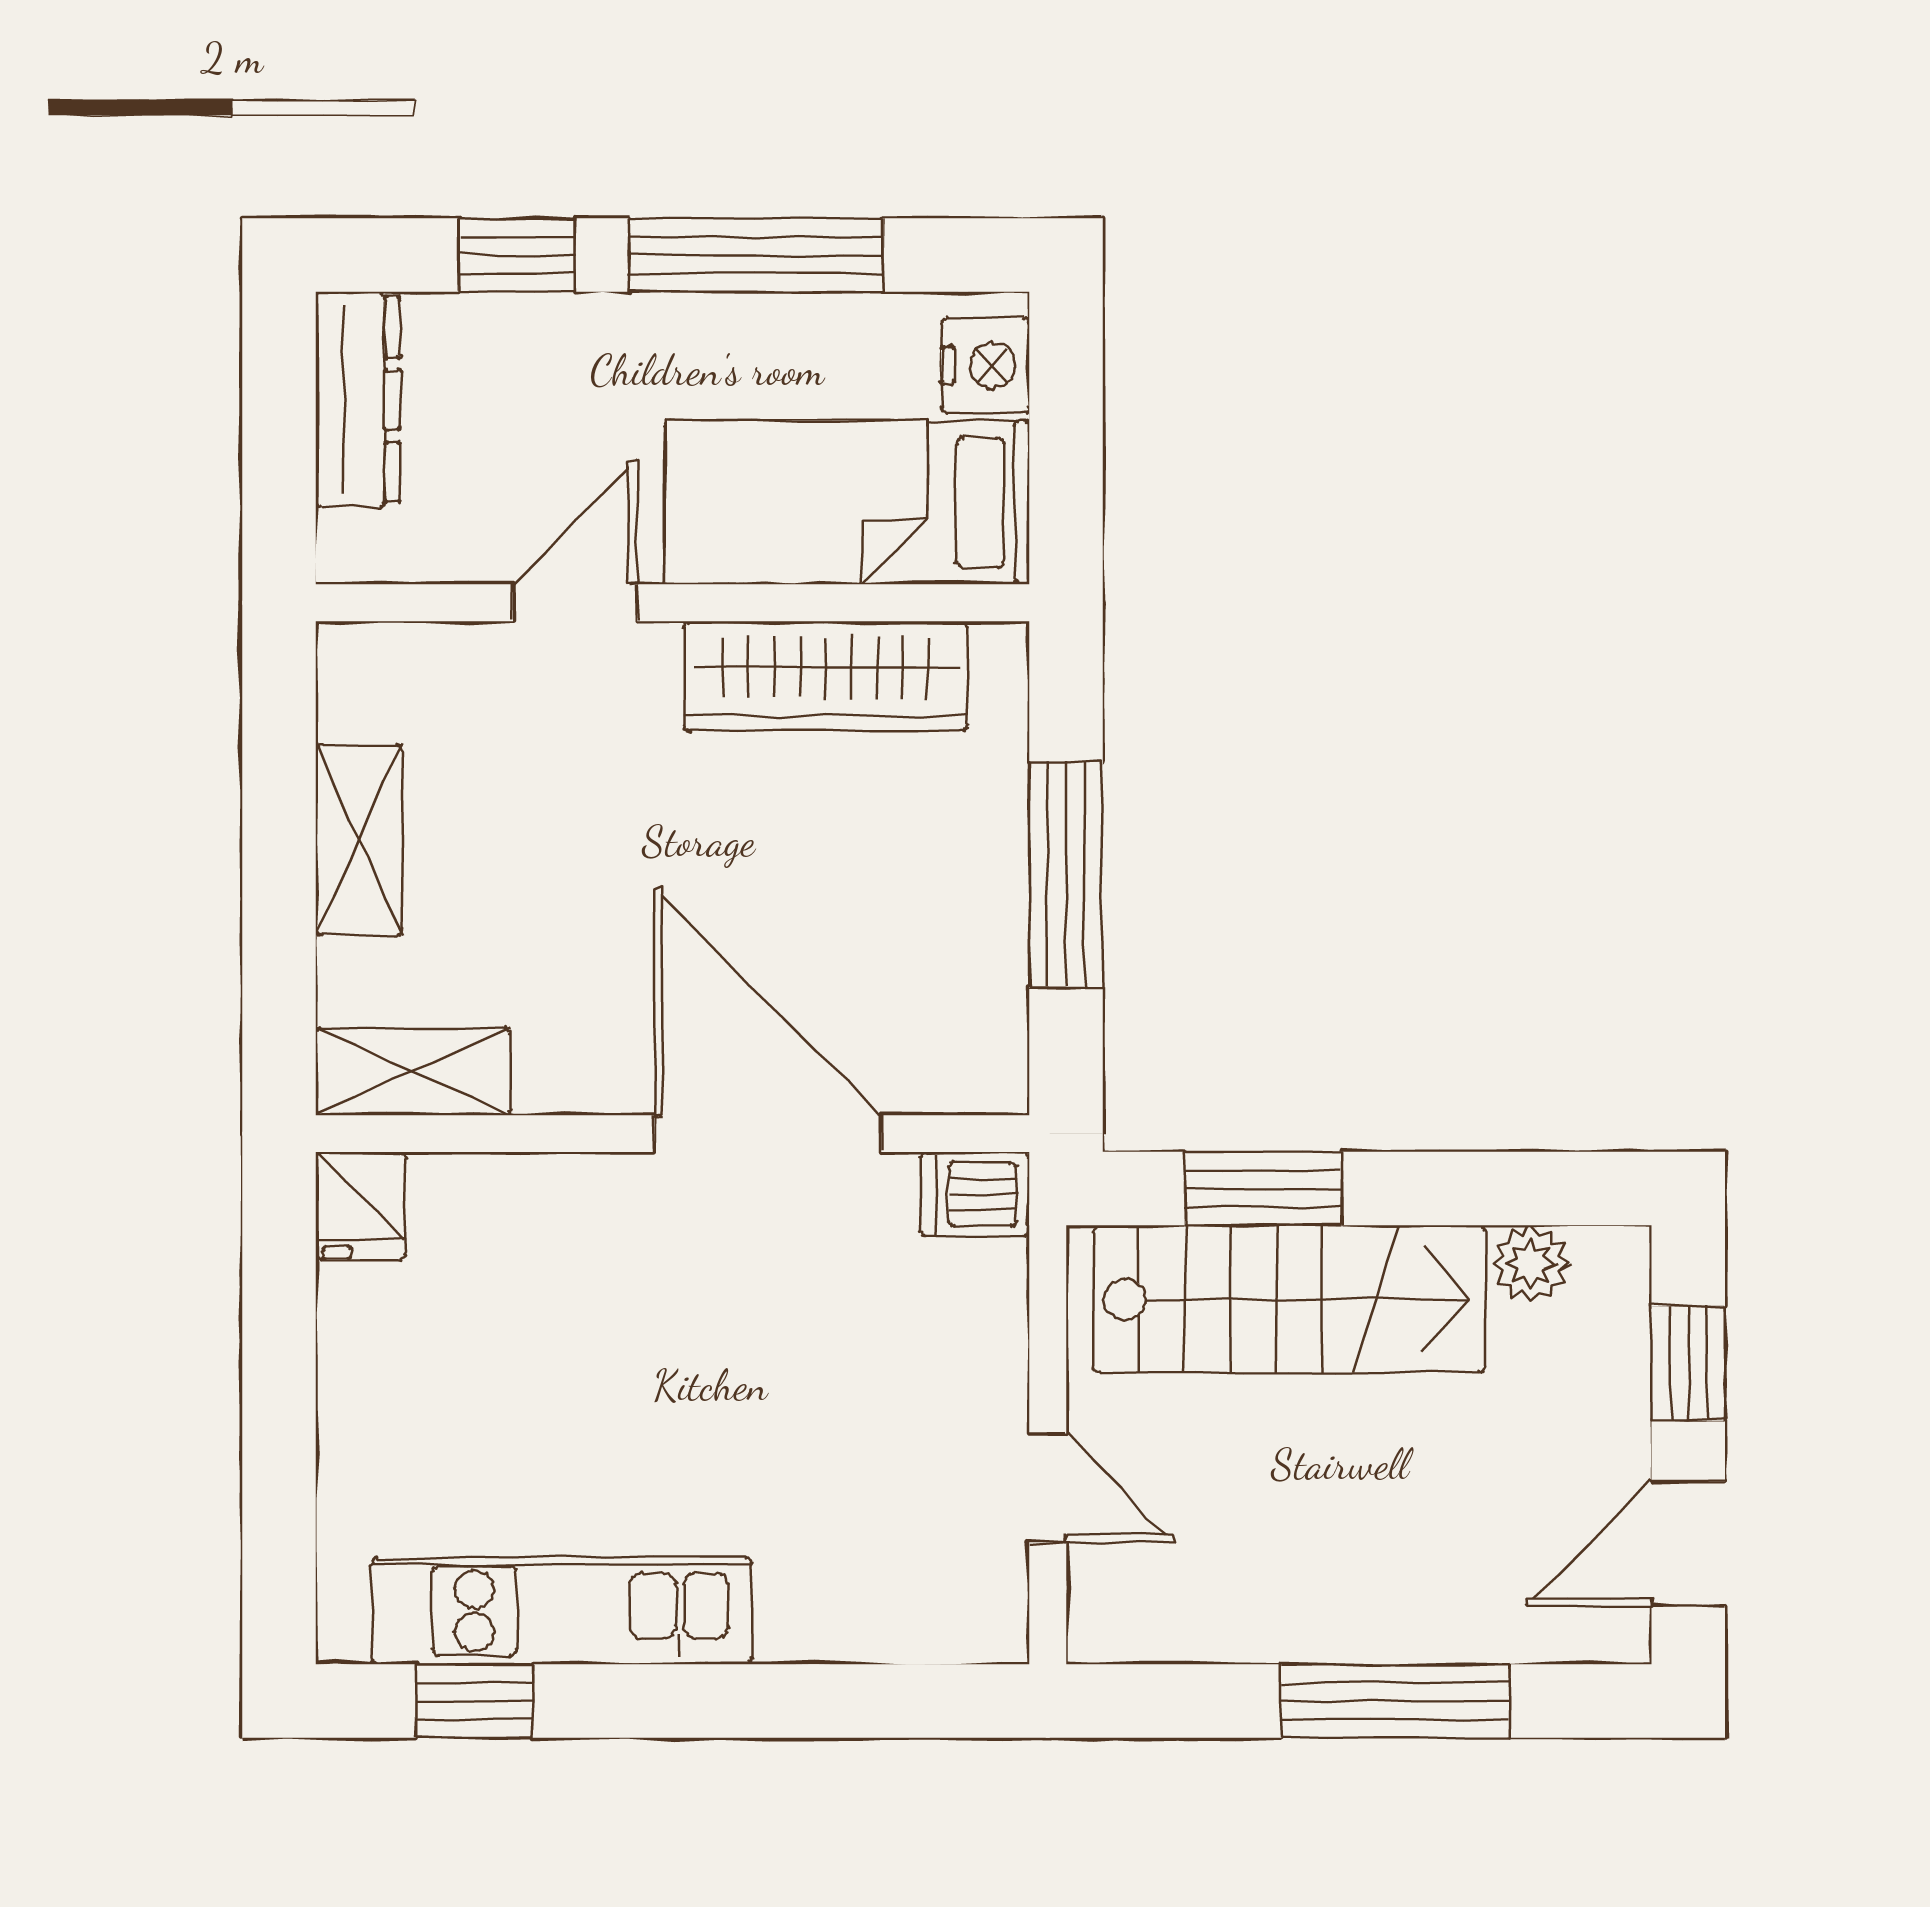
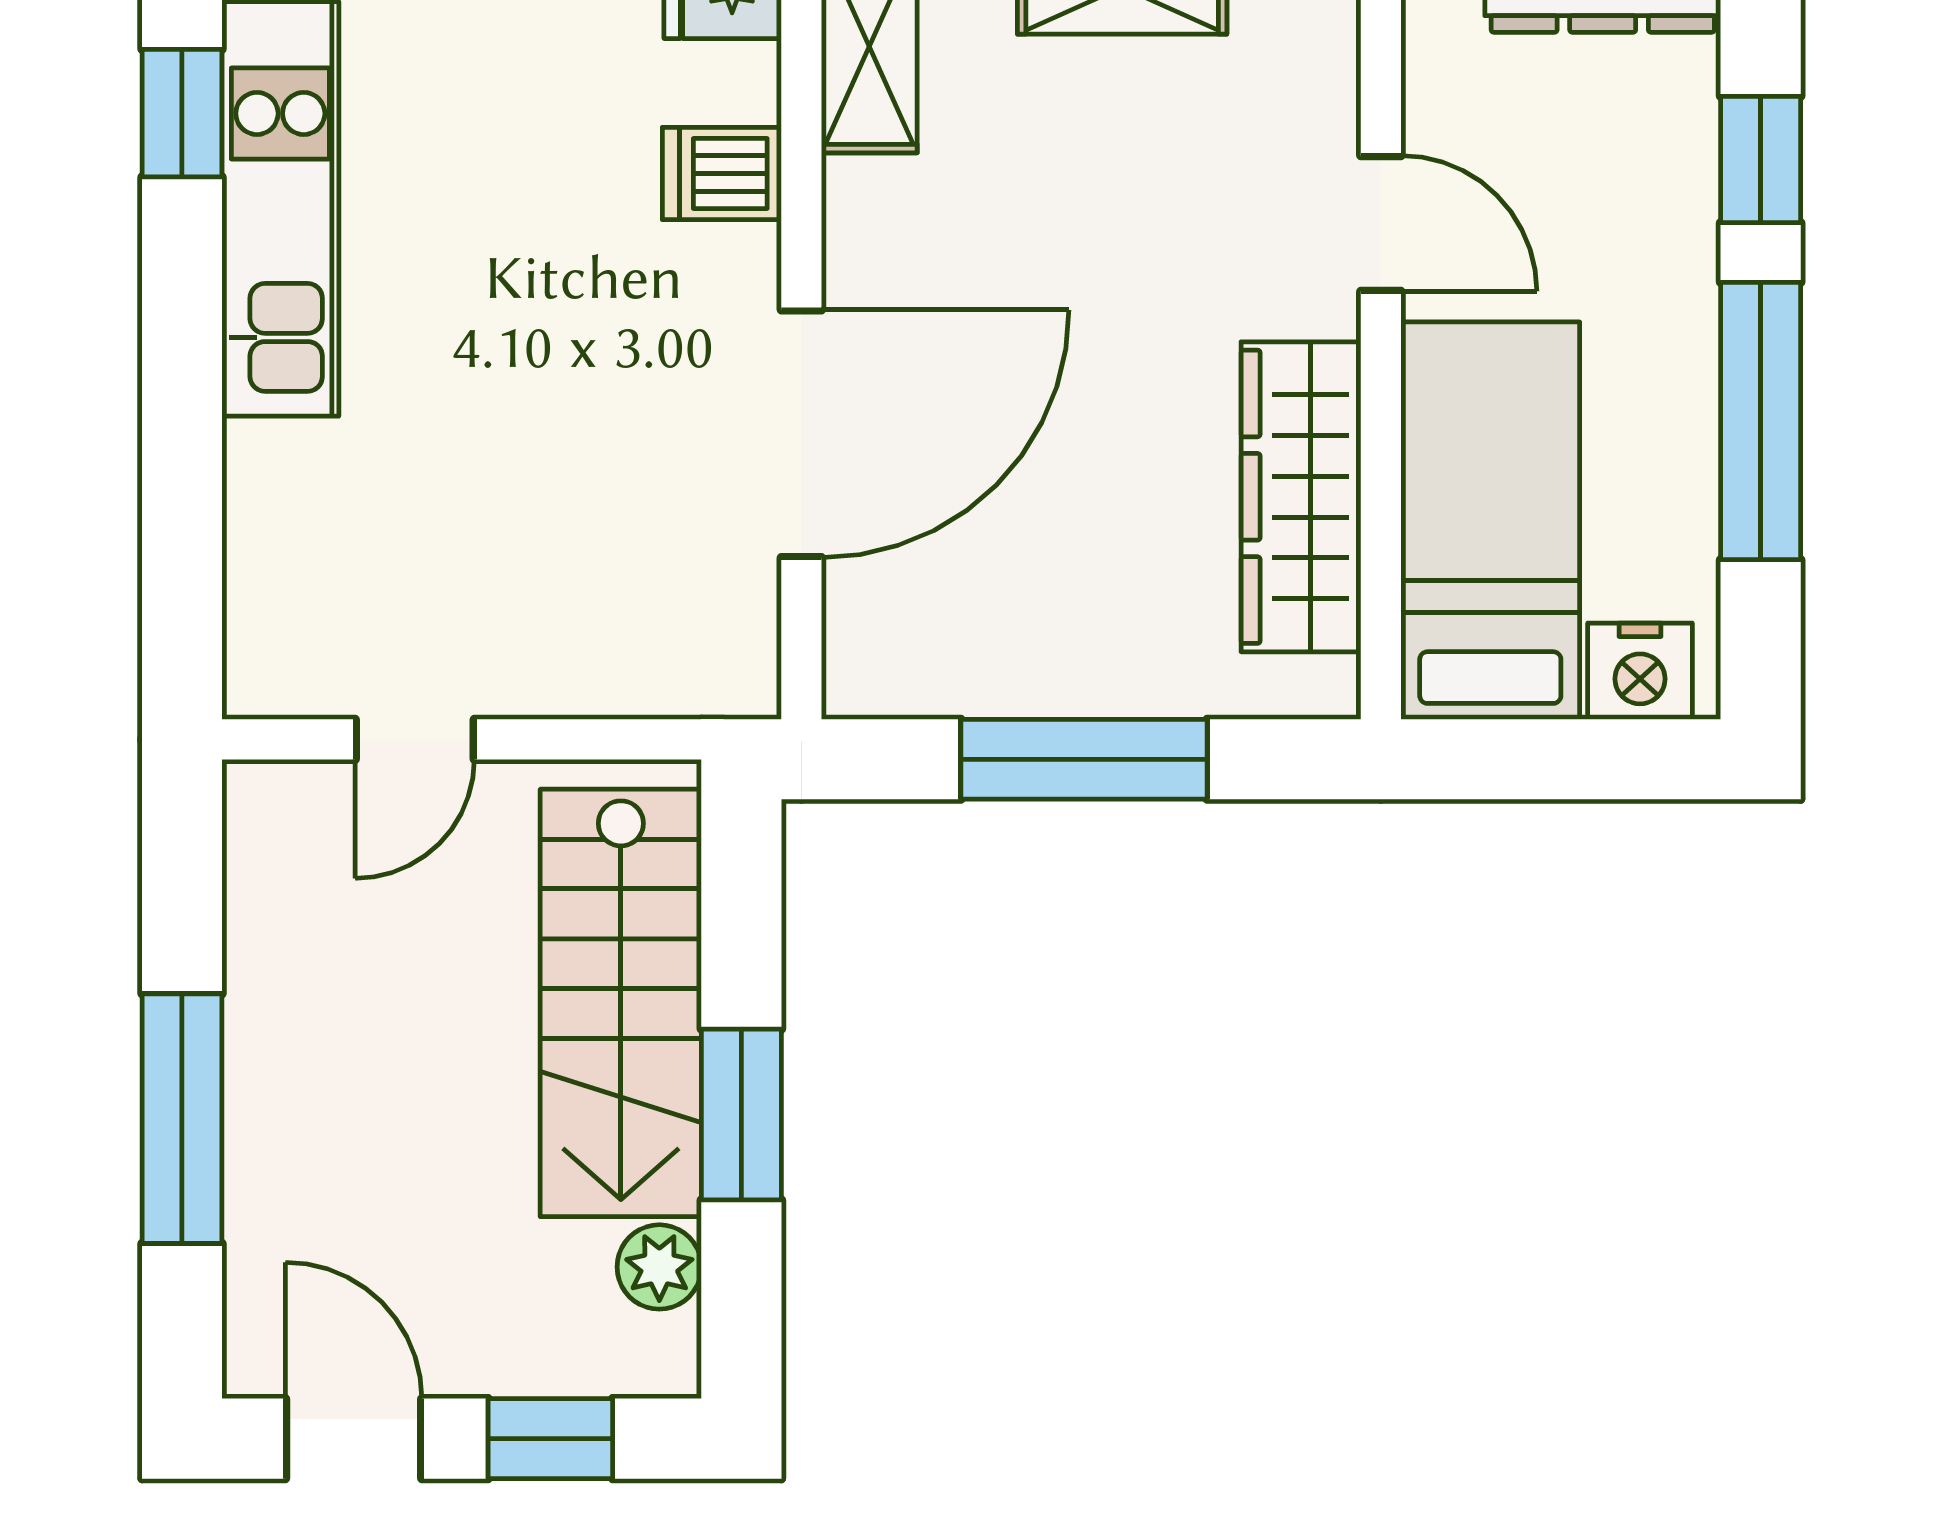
window: (1263, 1188) -> (741, 1115), moved
dishwasher: (975, 1194) -> (722, 173), moved, turned -90

